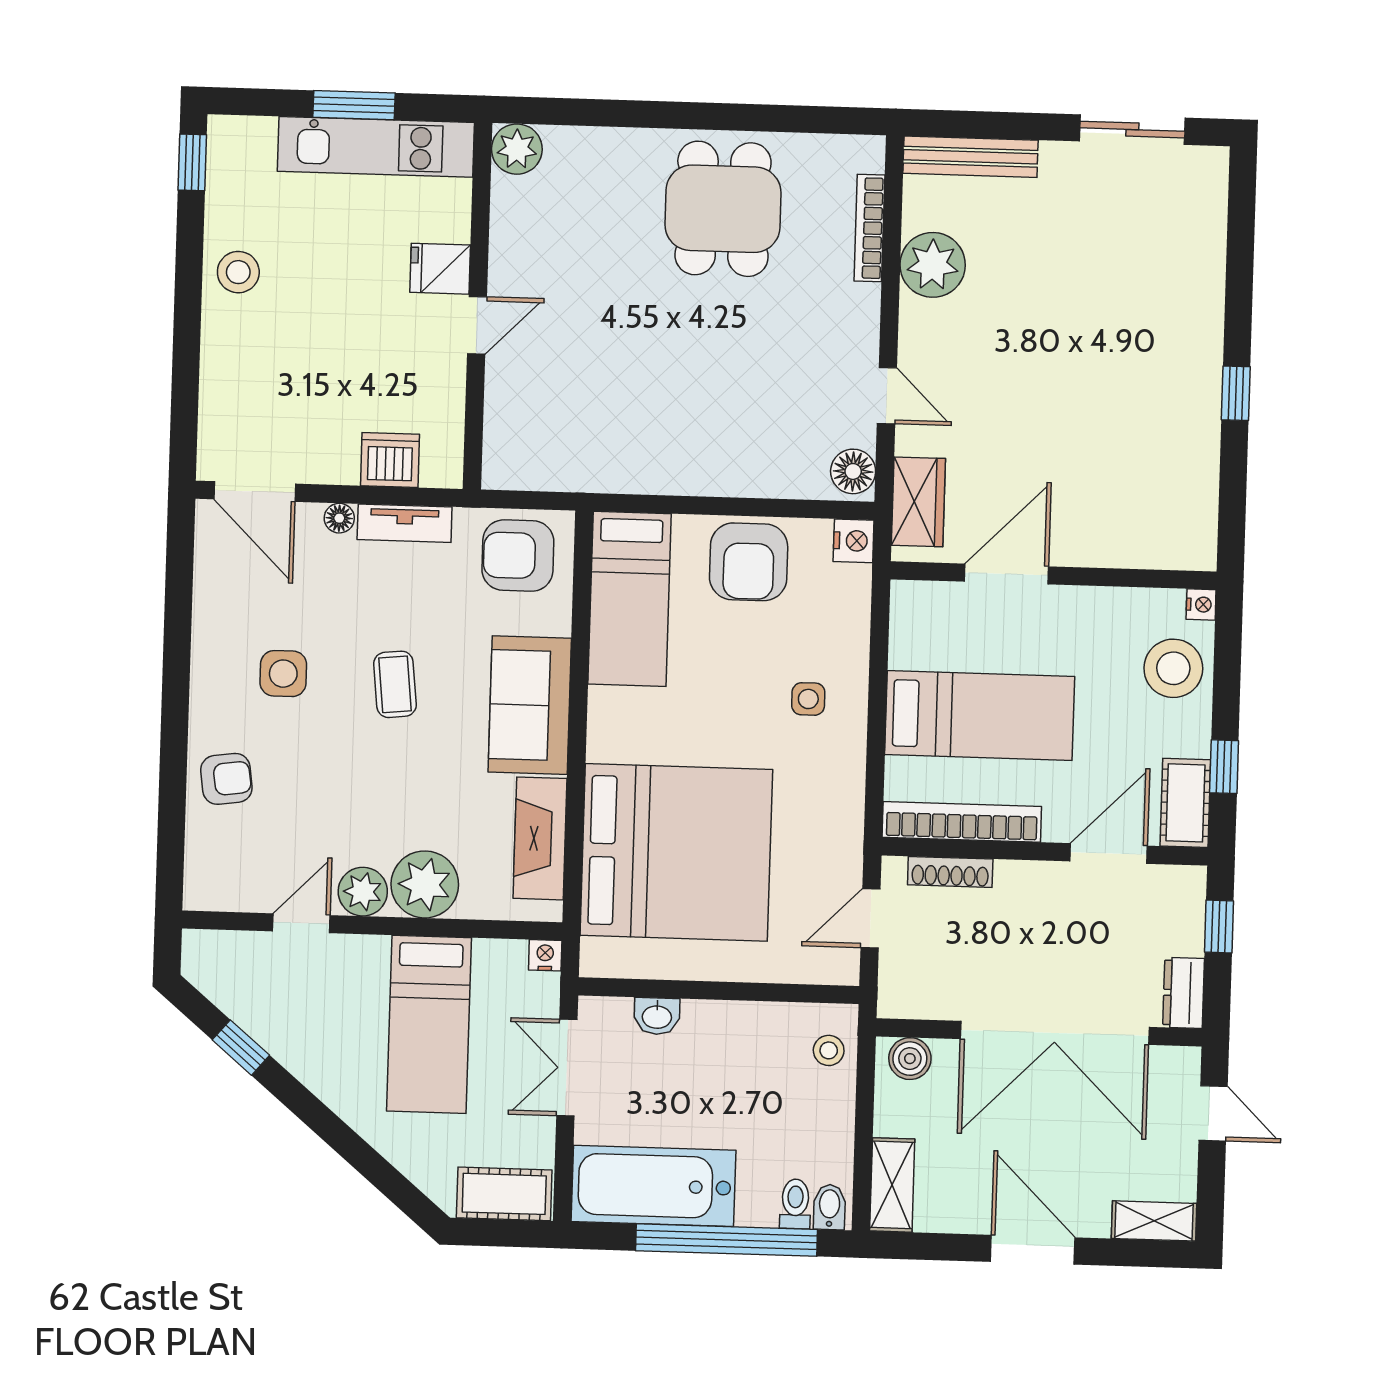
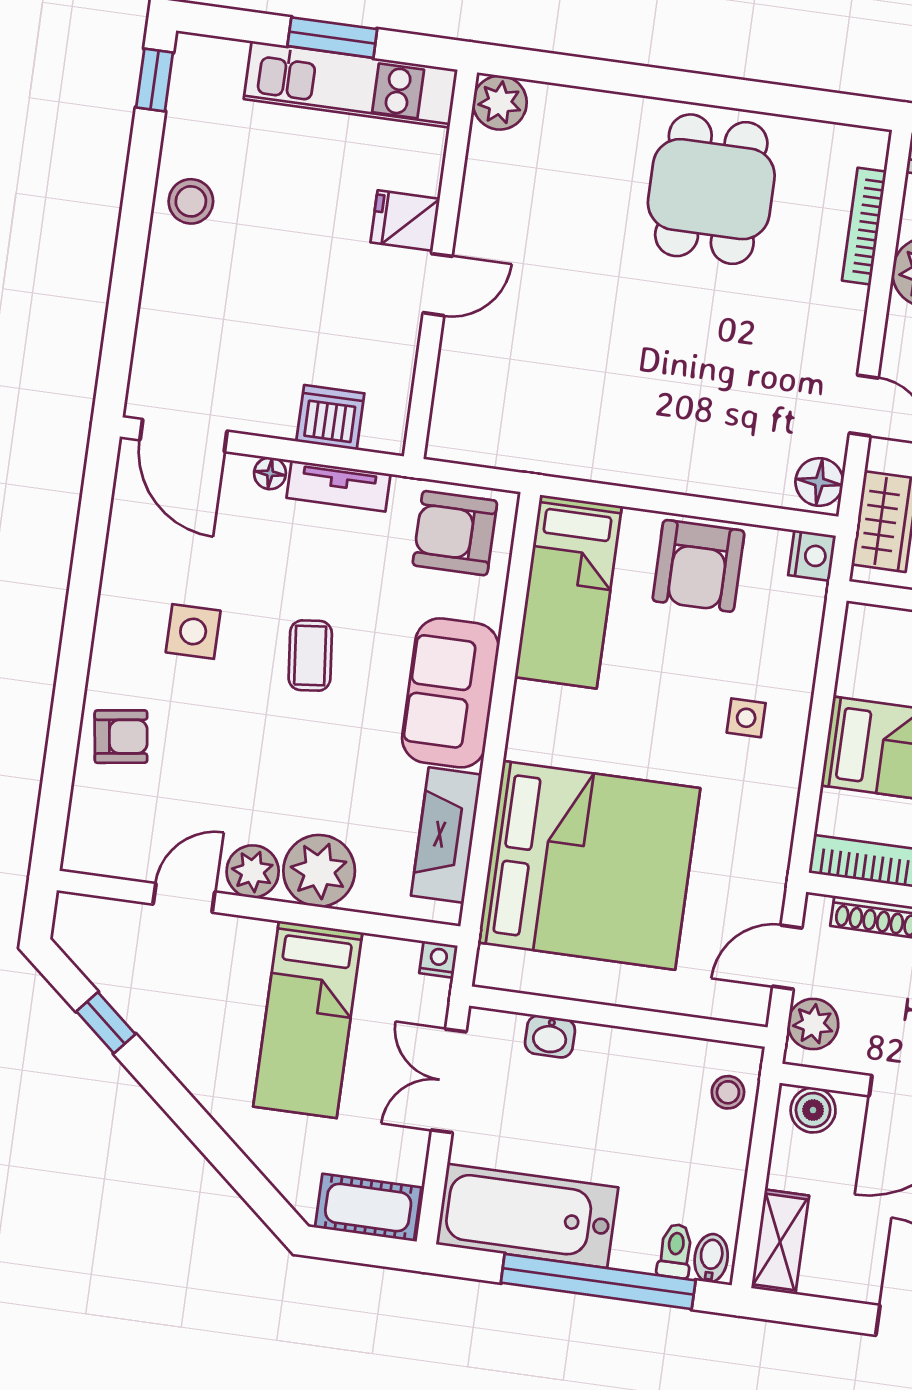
plant: (901, 978) -> (813, 1024), added

